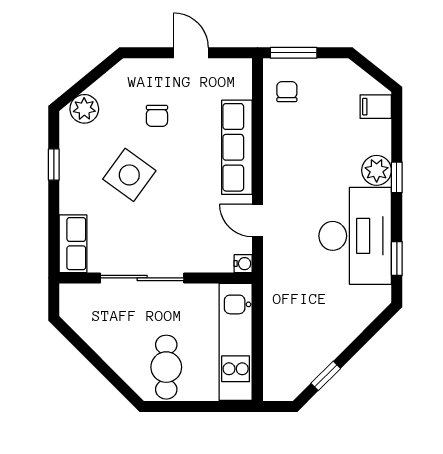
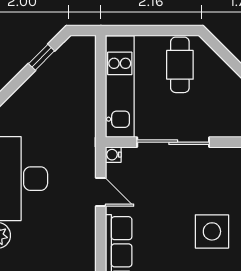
side table: (129, 175) -> (212, 231), turned -36
sliding door: (142, 278) -> (173, 142), moved

